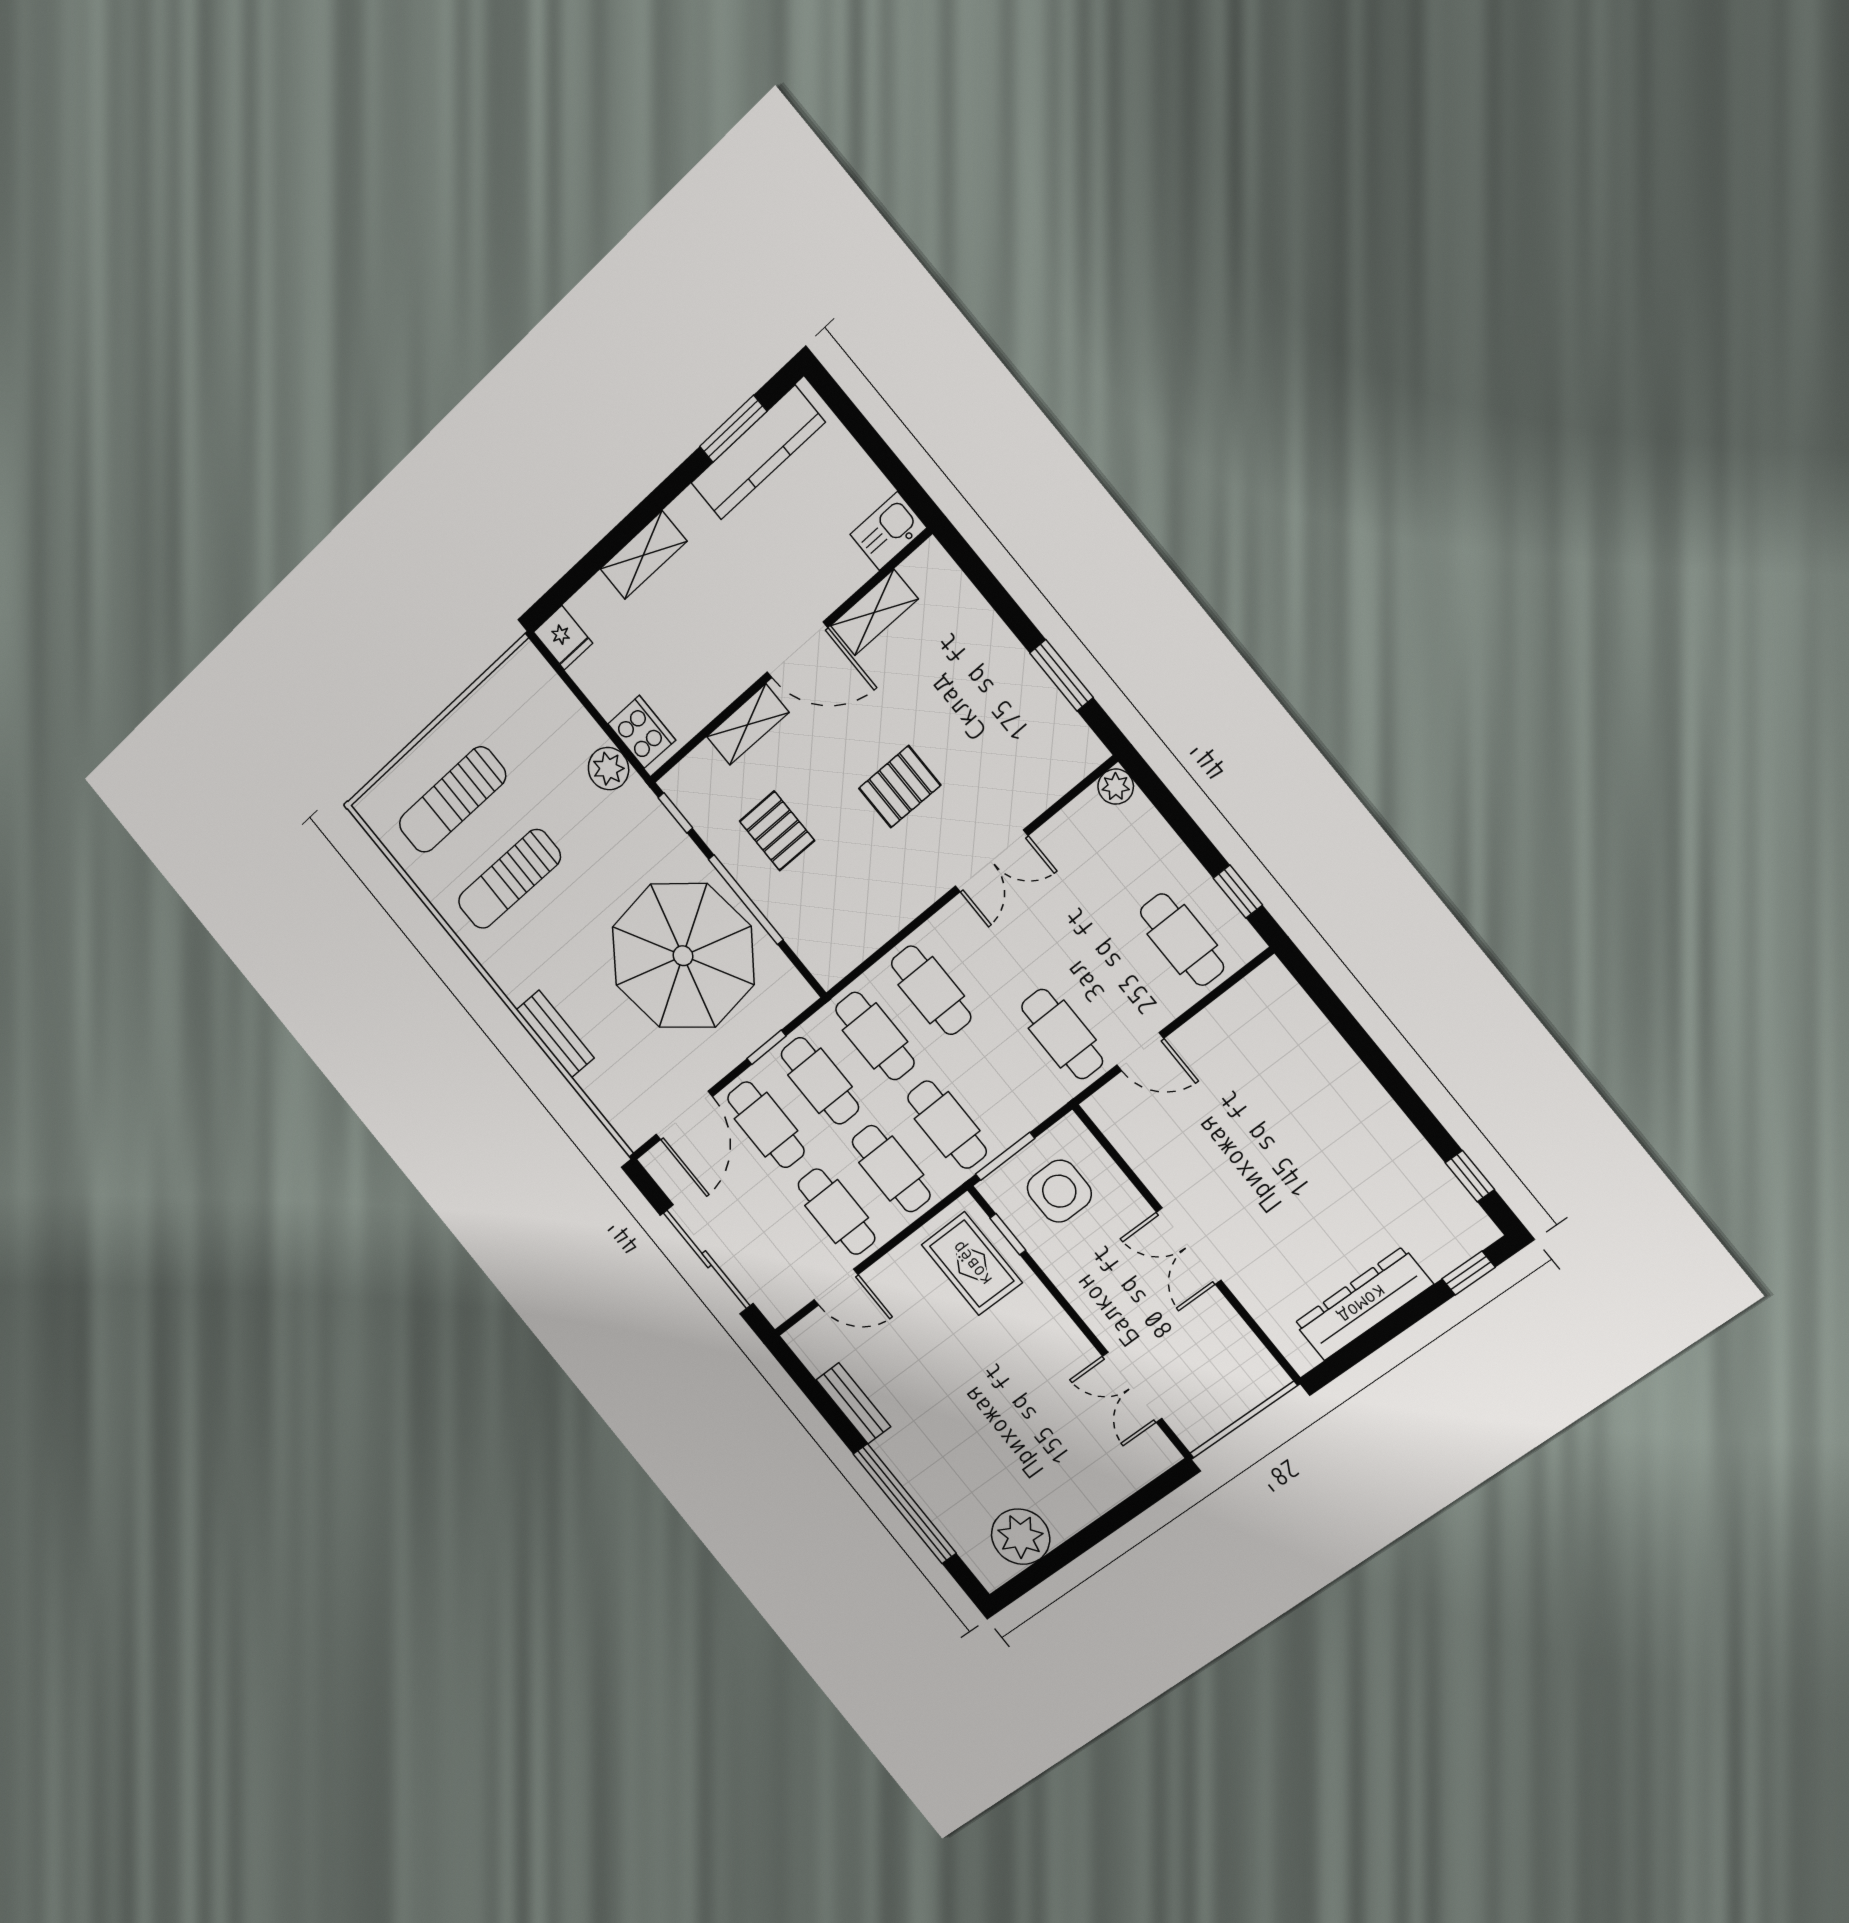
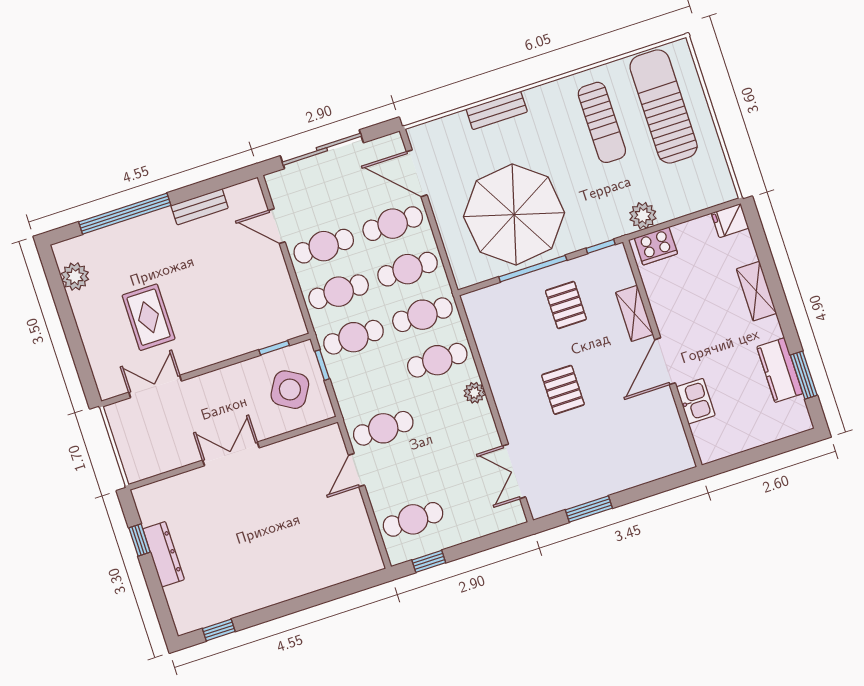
kitchen counter: (758, 453) -> (780, 370), width x0.67
kitchen sink: (888, 531) -> (696, 401), moved
shelving: (874, 612) -> (668, 415), removed
plant: (1116, 787) -> (474, 393), moved
sun lounger: (452, 800) -> (664, 106), width x1.36, depth x1.34
pallet: (777, 831) -> (566, 305), turned 90
double door: (992, 861) -> (514, 471), moved
sun lounger: (509, 879) -> (602, 122), turned 180
window: (766, 1047) -> (440, 244), removed
window: (1005, 1156) -> (322, 365), width x0.67
side table: (1059, 1191) -> (290, 390), turned 31
rug: (972, 1264) -> (149, 317), moved, turned 90
window: (1469, 1273) -> (140, 540), moved
door: (836, 1287) -> (277, 226), hinge flipped
dresser: (1363, 1304) -> (164, 554), width x0.73, depth x0.80
plant: (1021, 1537) -> (75, 276), width x0.73, depth x0.73

